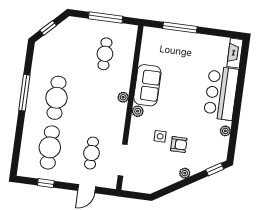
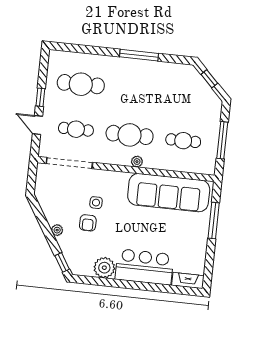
sofa: (147, 85) -> (169, 193), width x1.85, depth x1.27
cafe table: (57, 98) -> (130, 135), moved
plant: (138, 111) -> (122, 178), removed
plant: (225, 131) -> (104, 268), width x1.88, depth x1.88
doorway: (123, 160) -> (69, 163), width x1.36
window: (46, 183) -> (40, 97), moved

